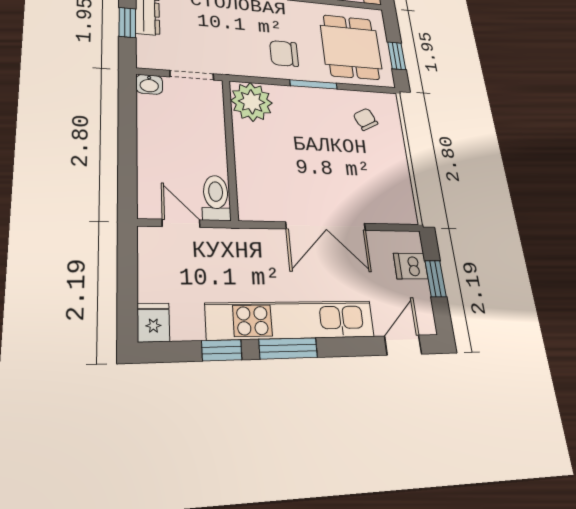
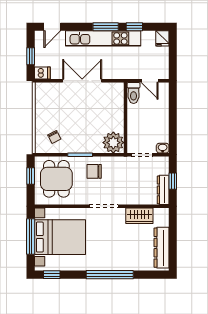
chair: (284, 54) -> (94, 171), turned 180
dishwasher: (411, 266) -> (42, 73), moved

